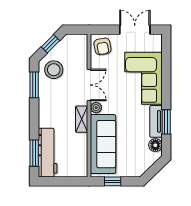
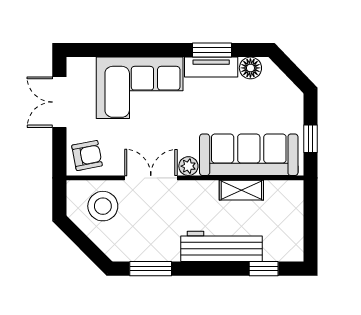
window: (50, 44) -> (83, 242), removed
stool: (54, 70) -> (103, 206), moved
shelving: (82, 119) -> (241, 190), moved
window: (34, 153) -> (264, 269), width x0.67
workbench: (48, 153) -> (222, 246), moved

